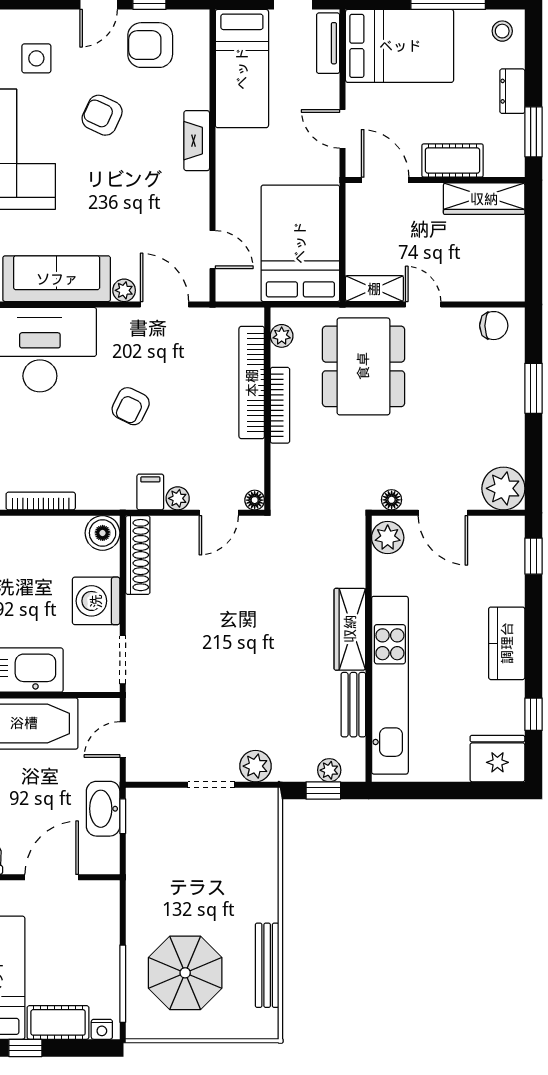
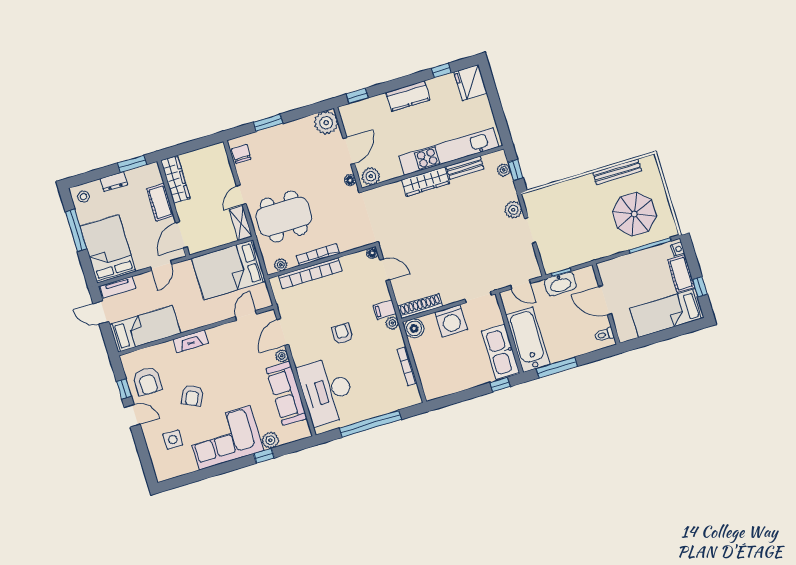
armchair: (131, 406) -> (342, 334), turned -116
plant: (178, 498) -> (392, 323), moved

